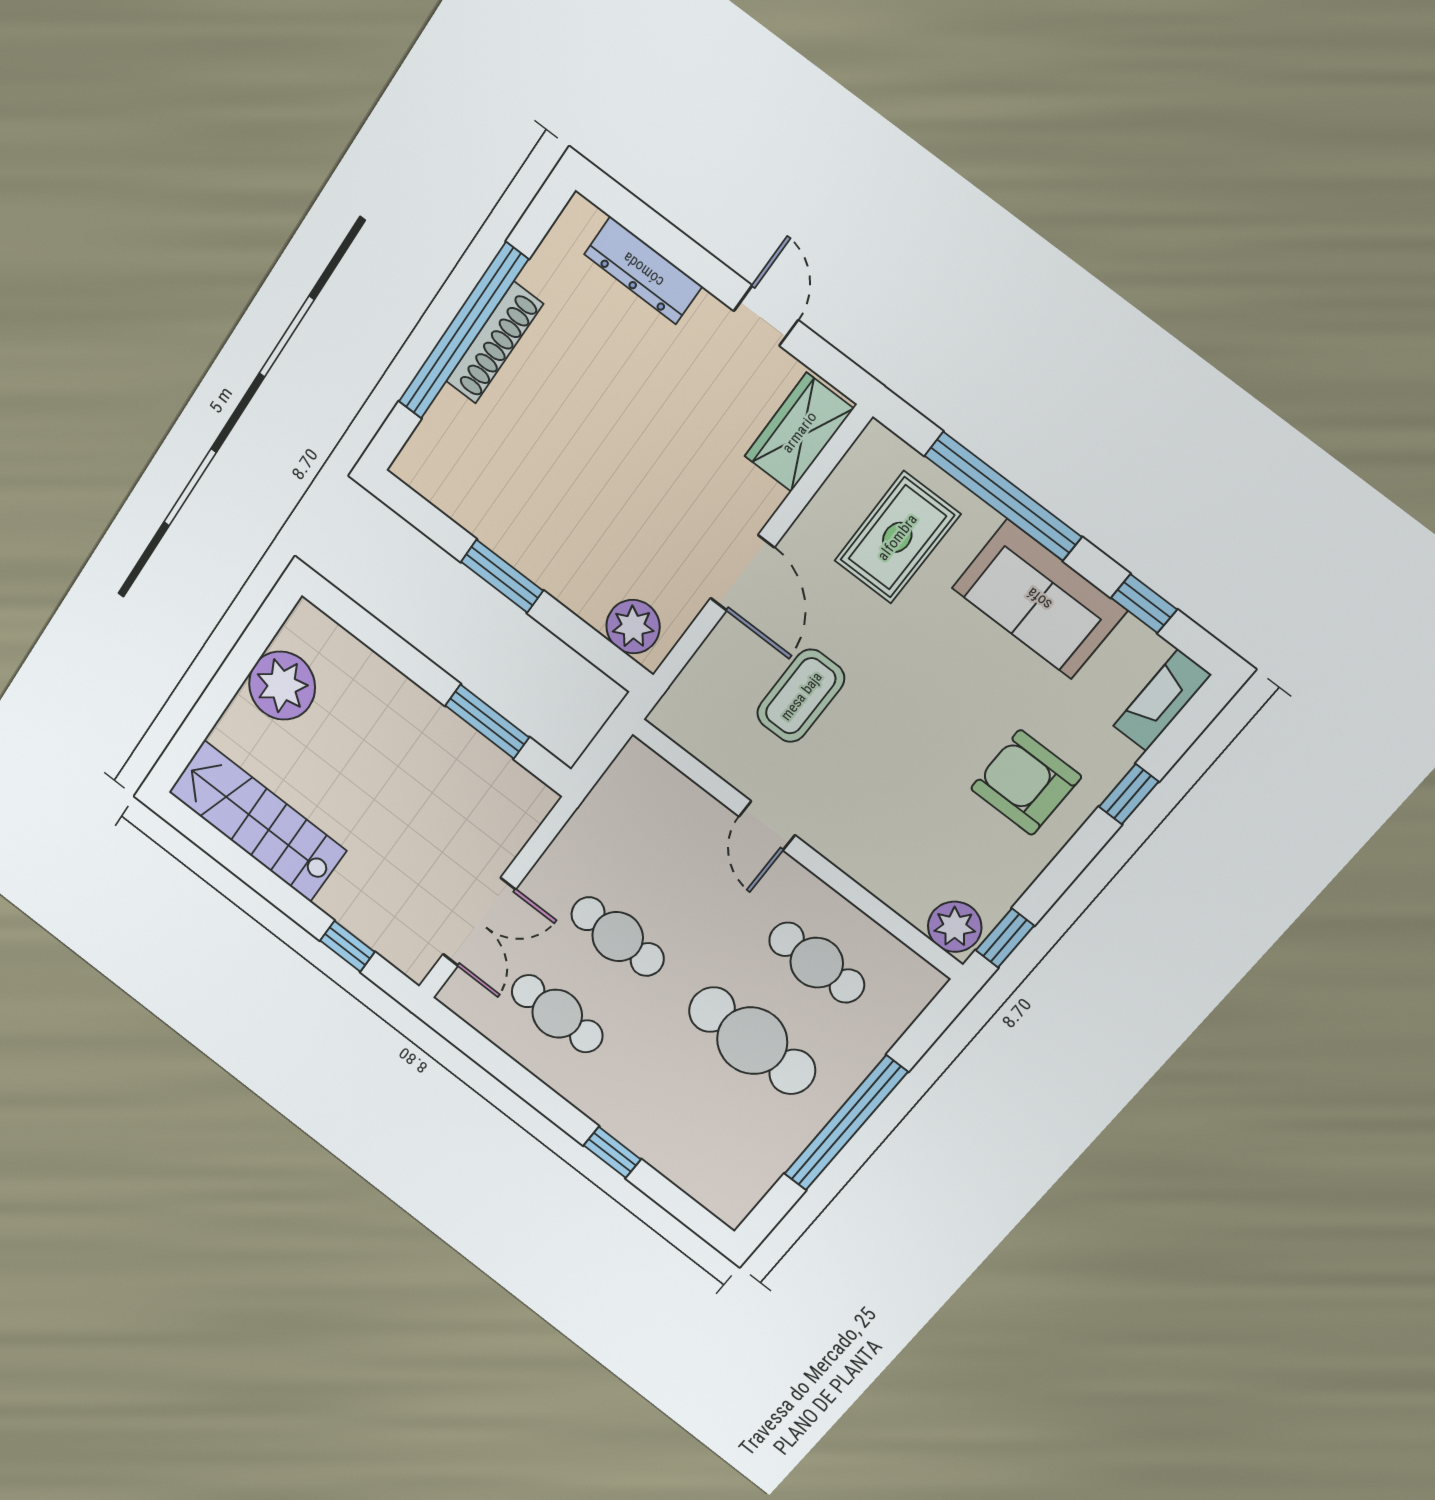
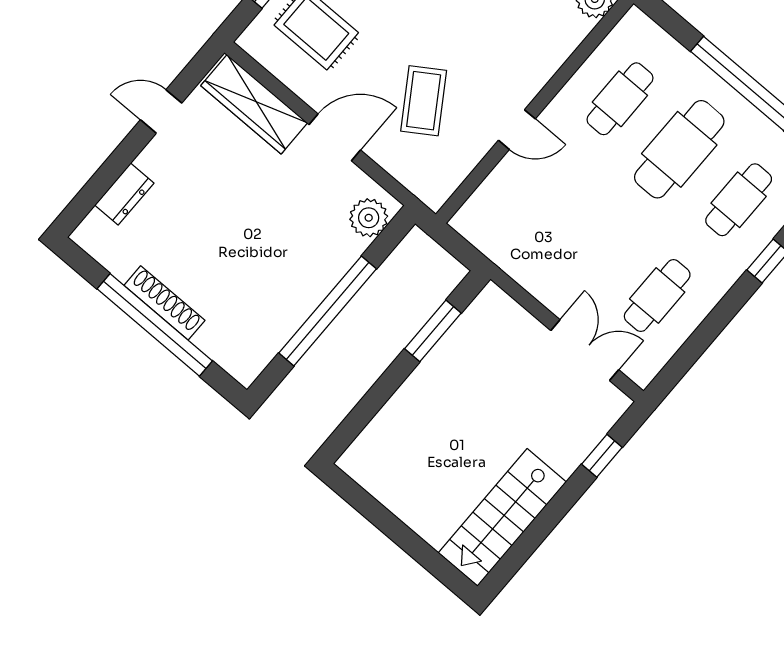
dresser: (643, 270) -> (124, 194), width x0.70
wardrobe: (799, 432) -> (254, 104), width x1.50
window: (502, 576) -> (328, 311), width x2.11
plant: (282, 686) -> (400, 486), removed
coffee table: (801, 696) -> (424, 101), turned 57
cafe table: (618, 937) -> (739, 200), moved

